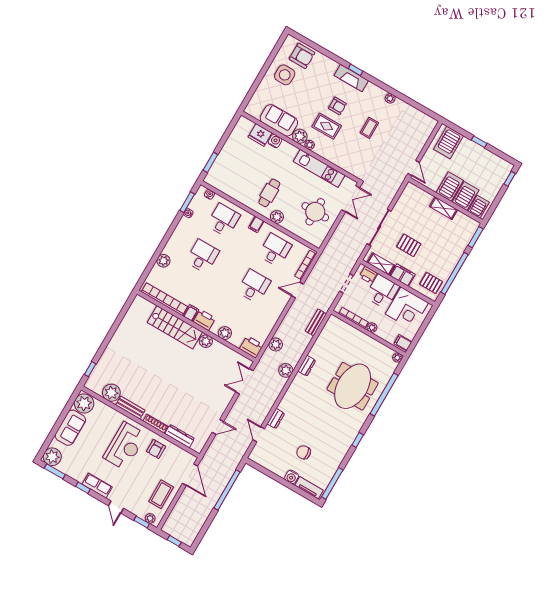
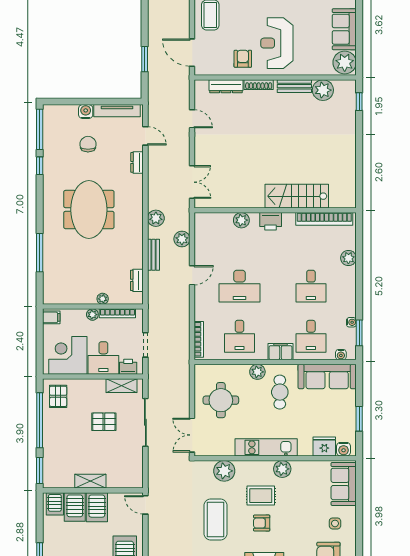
side table: (285, 75) -> (335, 523), width x0.54, depth x0.54
sofa: (279, 120) -> (344, 484), moved, turned 90
coffee table: (369, 128) -> (216, 520), width x1.86, depth x1.72
water cooler: (275, 141) -> (344, 449), moved
plant: (310, 145) -> (224, 471), moved, width x1.88, depth x1.88
window: (210, 162) -> (359, 419), moved
kitchen unit: (319, 168) -> (266, 447), moved
sofa: (229, 184) -> (327, 377), added
filing cabinet: (256, 224) -> (280, 352), width x2.00
filing cabinet: (403, 275) -> (92, 387), removed
pallet: (431, 283) -> (58, 396), turned 90
desk: (254, 286) -> (240, 286), width x1.37
door: (298, 290) -> (192, 275), moved
filing cabinet: (191, 313) -> (289, 221), removed
bench: (316, 322) -> (154, 255), moved
plant: (206, 341) -> (256, 200), removed
printer: (251, 347) -> (206, 222), removed
plant: (397, 358) -> (103, 299), moved
dresser: (307, 366) -> (137, 280), moved
meeting table: (353, 386) -> (89, 210), moved
window: (384, 394) -> (40, 253), width x0.68
door: (218, 427) -> (192, 119), swing flipped
window: (358, 440) -> (40, 166), moved
chair: (304, 452) -> (88, 144), turned -83
tv unit: (309, 488) -> (117, 111), moved, width x1.41
window: (227, 490) -> (145, 59), width x0.47

